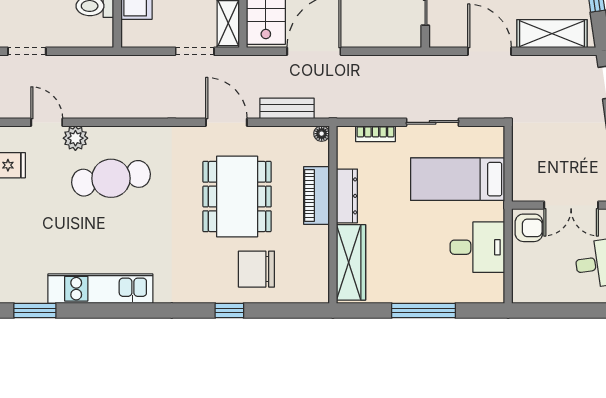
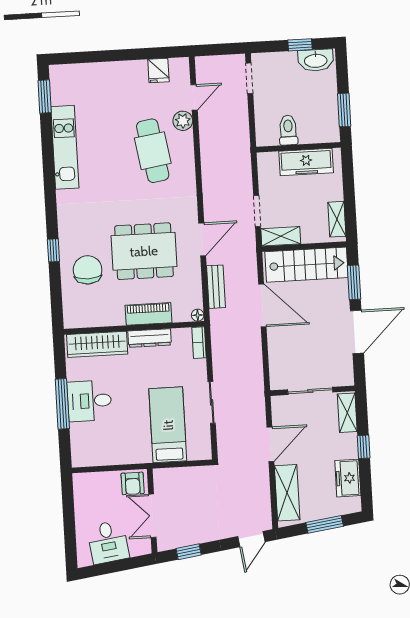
bookcase: (376, 134) -> (199, 343), moved
desk: (477, 247) -> (89, 401), moved, turned 90

